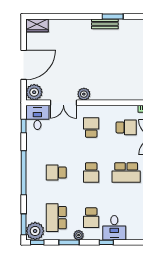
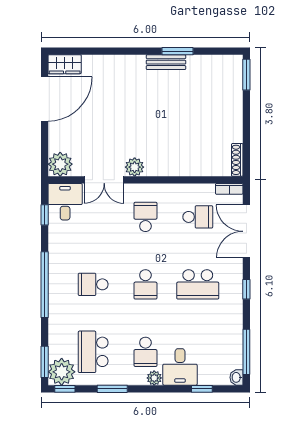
door: (24, 65) -> (45, 99), moved
plant: (79, 235) -> (154, 378), moved
window: (106, 242) -> (202, 389), moved

